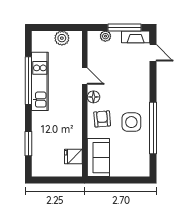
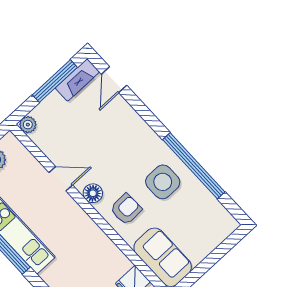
plant: (105, 36) -> (28, 125), moved
door: (153, 53) -> (114, 80), swing flipped
armchair: (102, 119) -> (126, 209), turned 93

